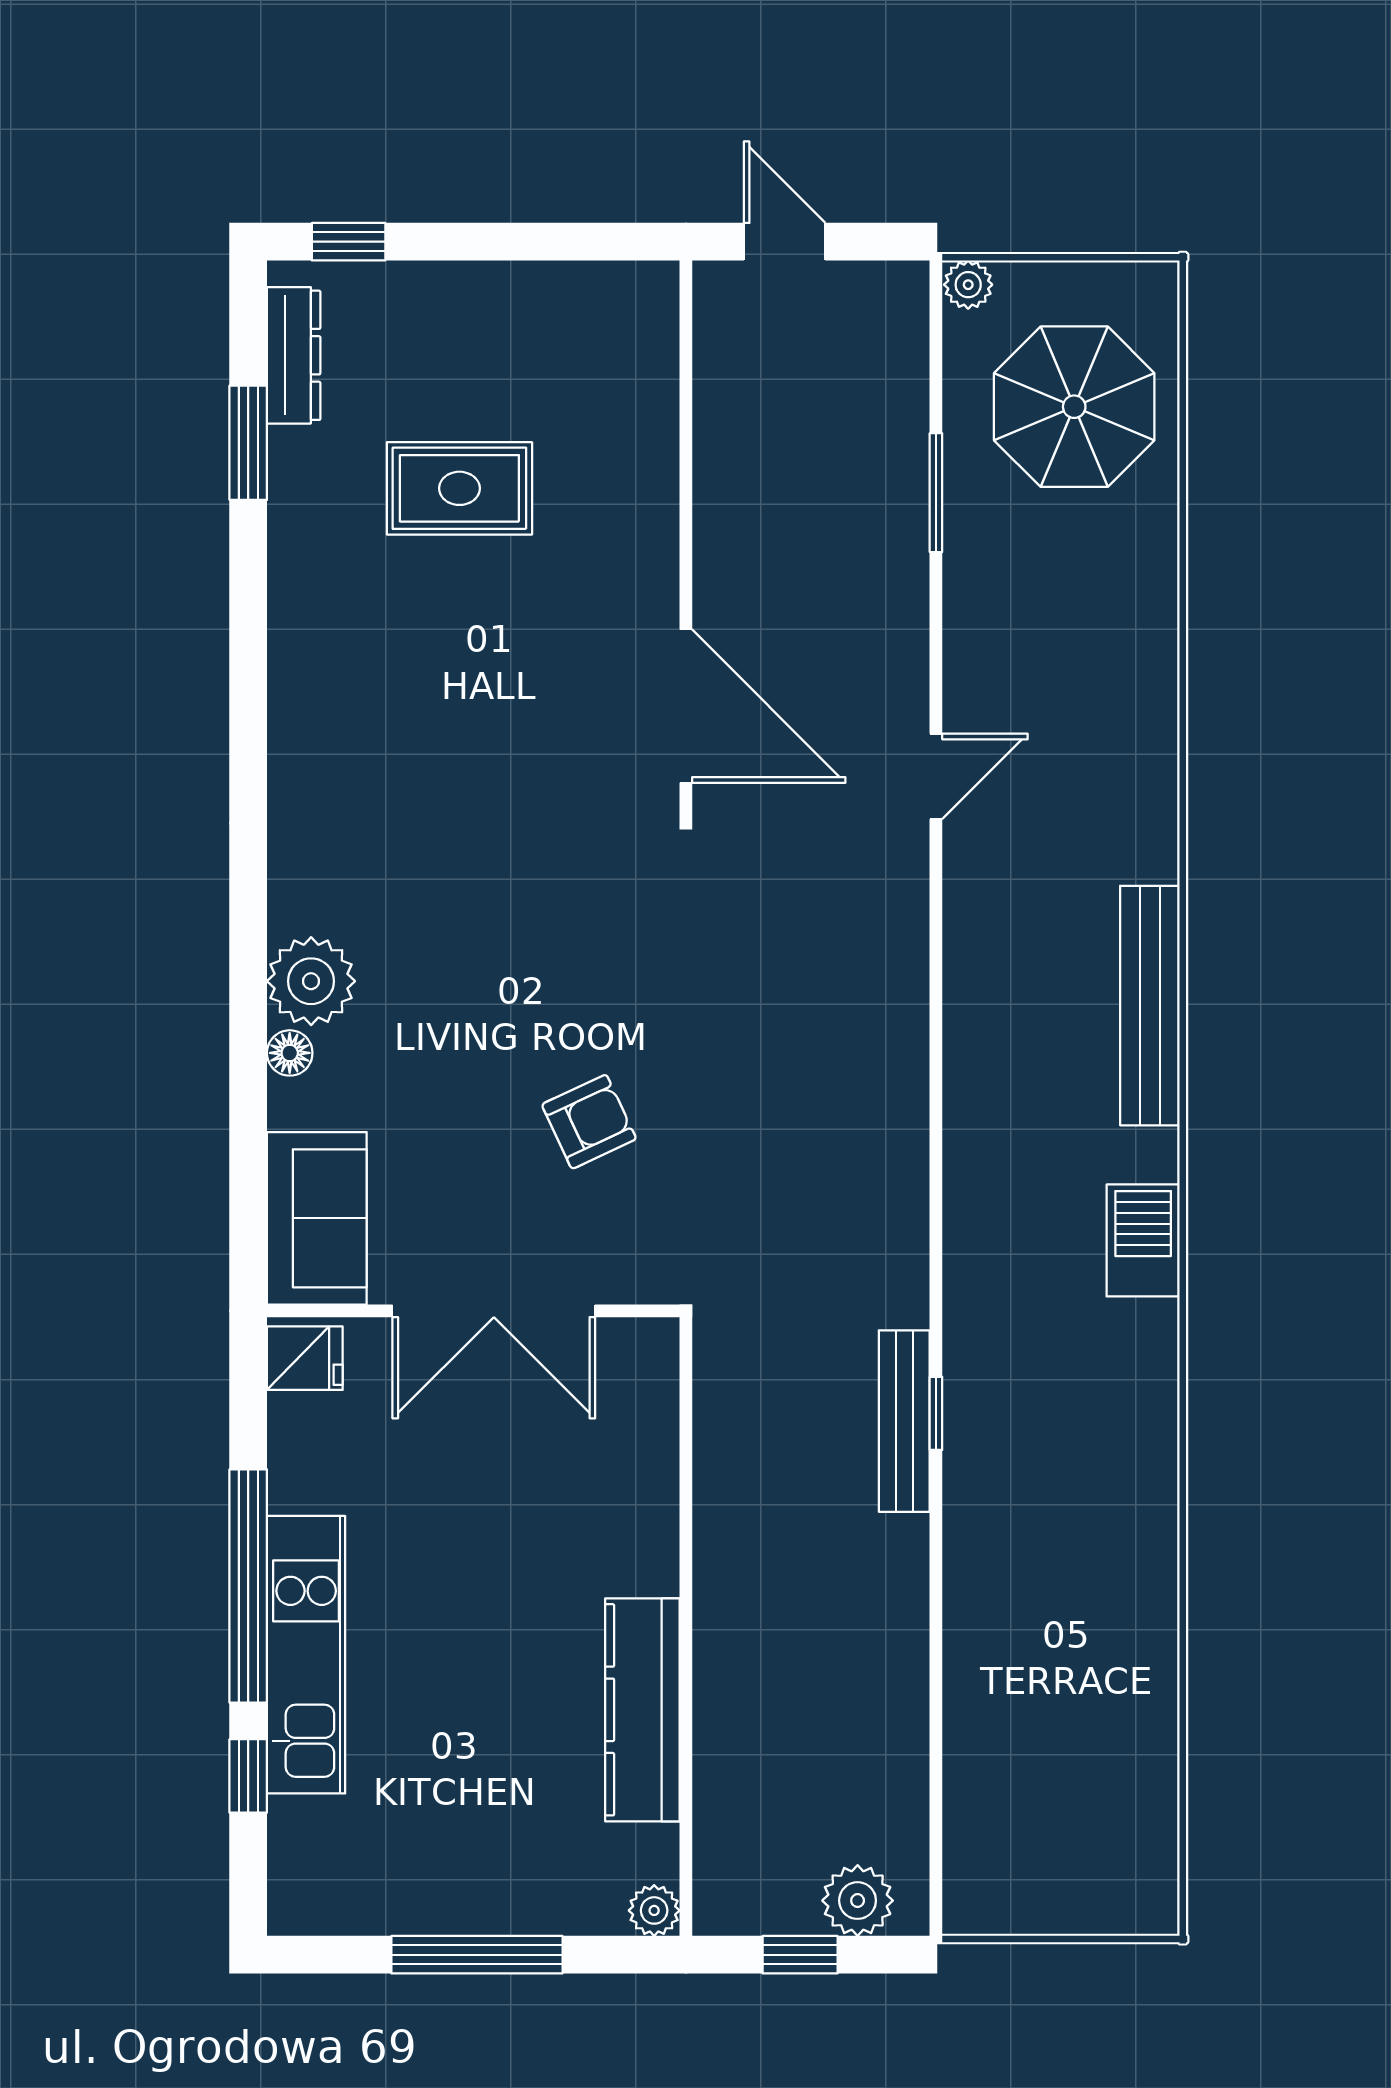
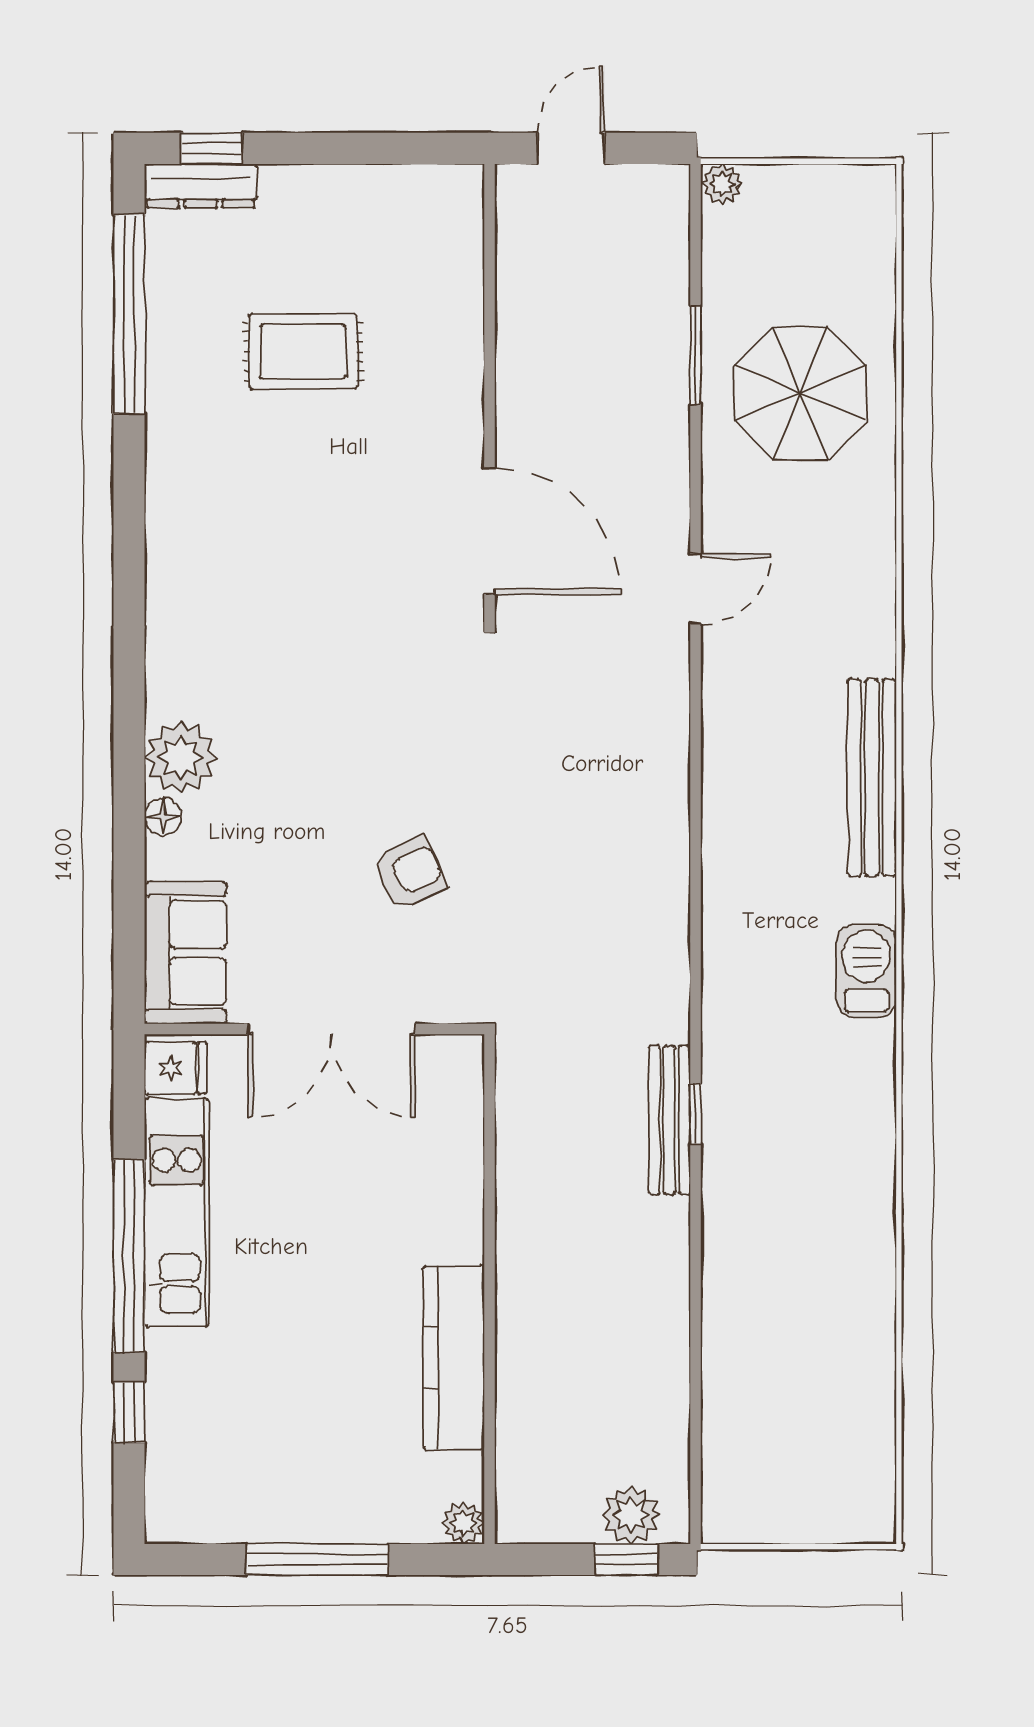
door: (785, 242) -> (571, 148), hinge flipped
dresser: (294, 355) -> (201, 186), moved, turned 90
parasol: (1074, 407) -> (800, 393), moved
window: (248, 443) -> (129, 314), width x2.11
kitchen unit: (306, 1655) -> (177, 1213), moved
window: (800, 1955) -> (626, 1559), moved

